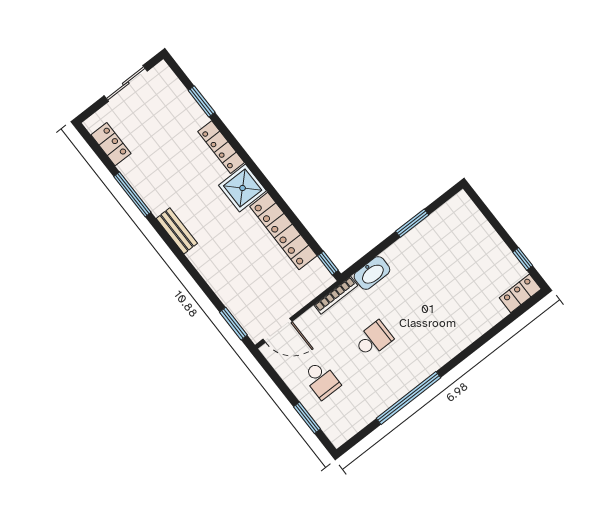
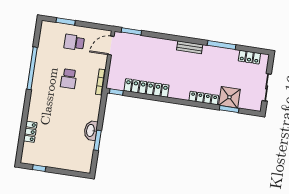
shower: (243, 188) -> (229, 97), moved
washbasin: (372, 273) -> (91, 130), moved
locker: (520, 293) -> (30, 132), moved

